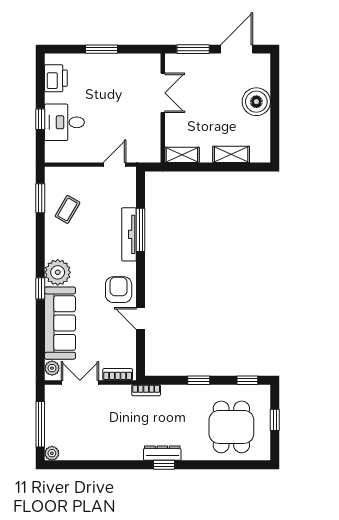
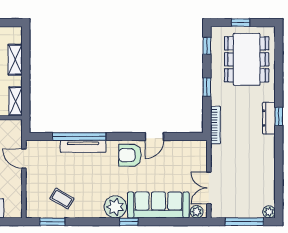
window: (141, 230) -> (79, 136), width x1.46
bookcase: (118, 374) -> (202, 156), removed
bookcase: (146, 390) -> (215, 125), width x1.56
dining table: (231, 427) -> (247, 59), width x1.37

